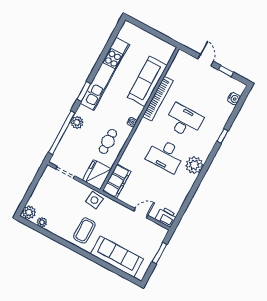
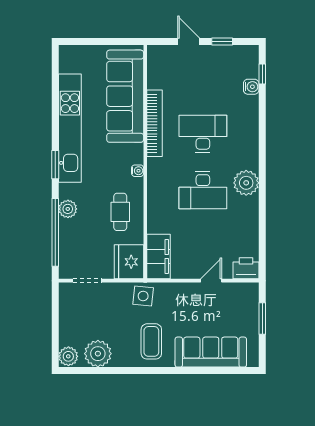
sofa: (147, 81) -> (125, 96), width x1.36, depth x1.27
water cooler: (234, 99) -> (251, 87), moved
window: (222, 136) -> (262, 74), moved
plant: (42, 222) -> (98, 354), width x1.87, depth x1.87

